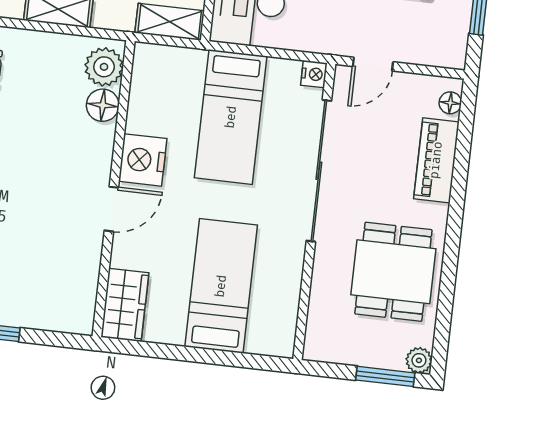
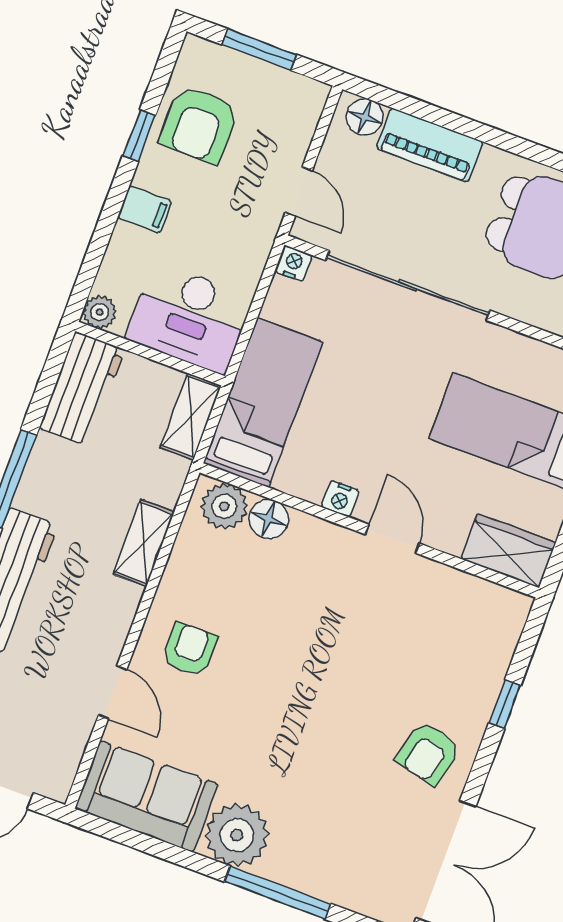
floor lamp: (450, 103) -> (365, 117), width x1.37, depth x1.37
bed: (231, 117) -> (263, 403), moved, turned -90
nightstand: (143, 160) -> (340, 499), width x0.53, depth x0.56

